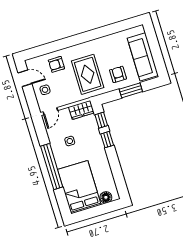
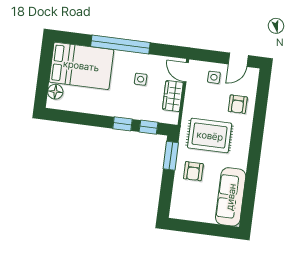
sofa: (143, 57) -> (231, 197), moved, turned -90
armchair: (56, 64) -> (238, 104), turned 180
armchair: (118, 74) -> (193, 171), turned 90
window: (131, 90) -> (171, 156), moved
wardrobe: (81, 110) -> (173, 96), moved

